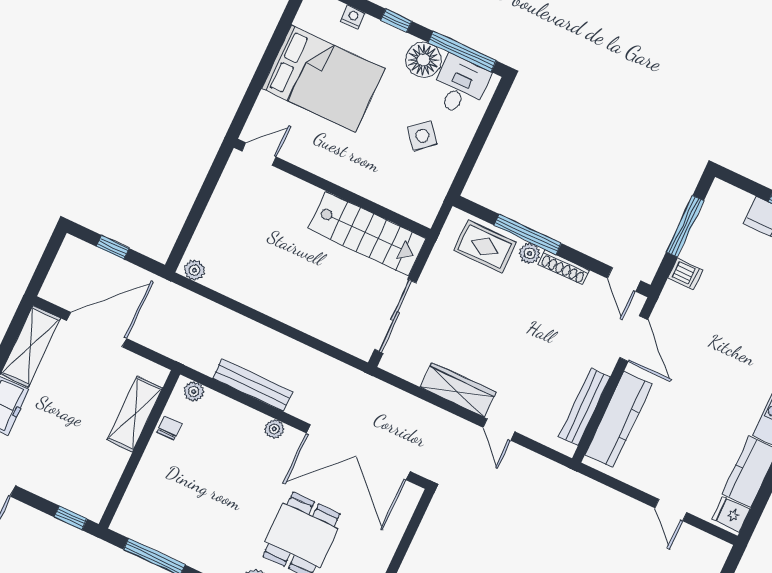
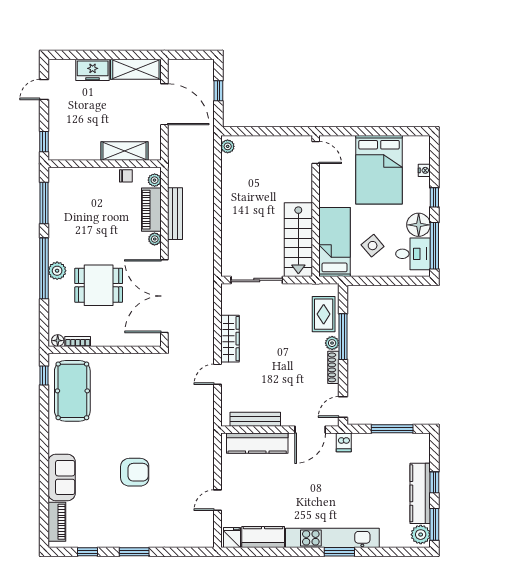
bed: (393, 186) -> (334, 242), added
dishwasher: (685, 274) -> (344, 442), moved
piano: (232, 415) -> (151, 210), added

